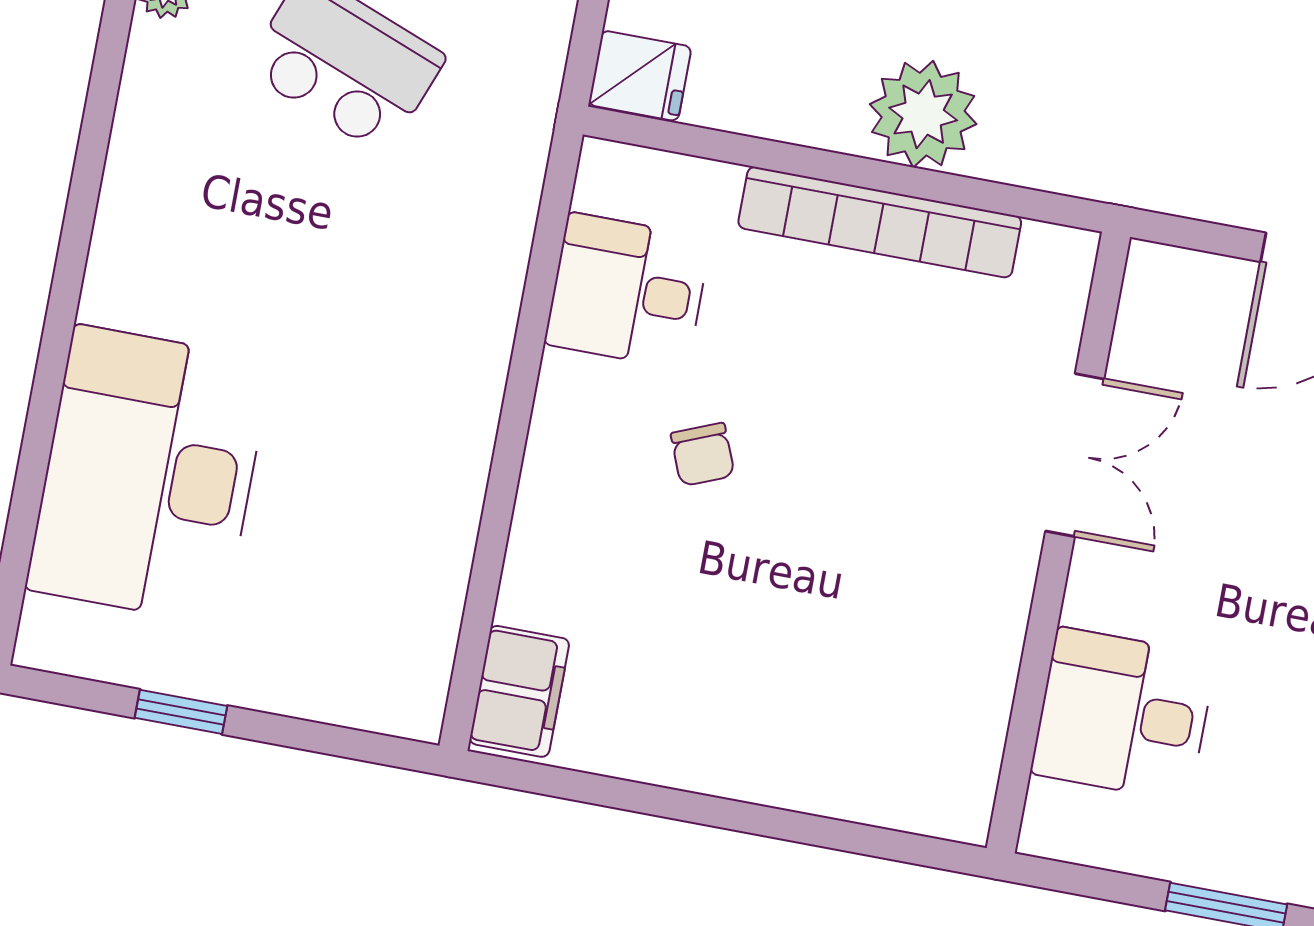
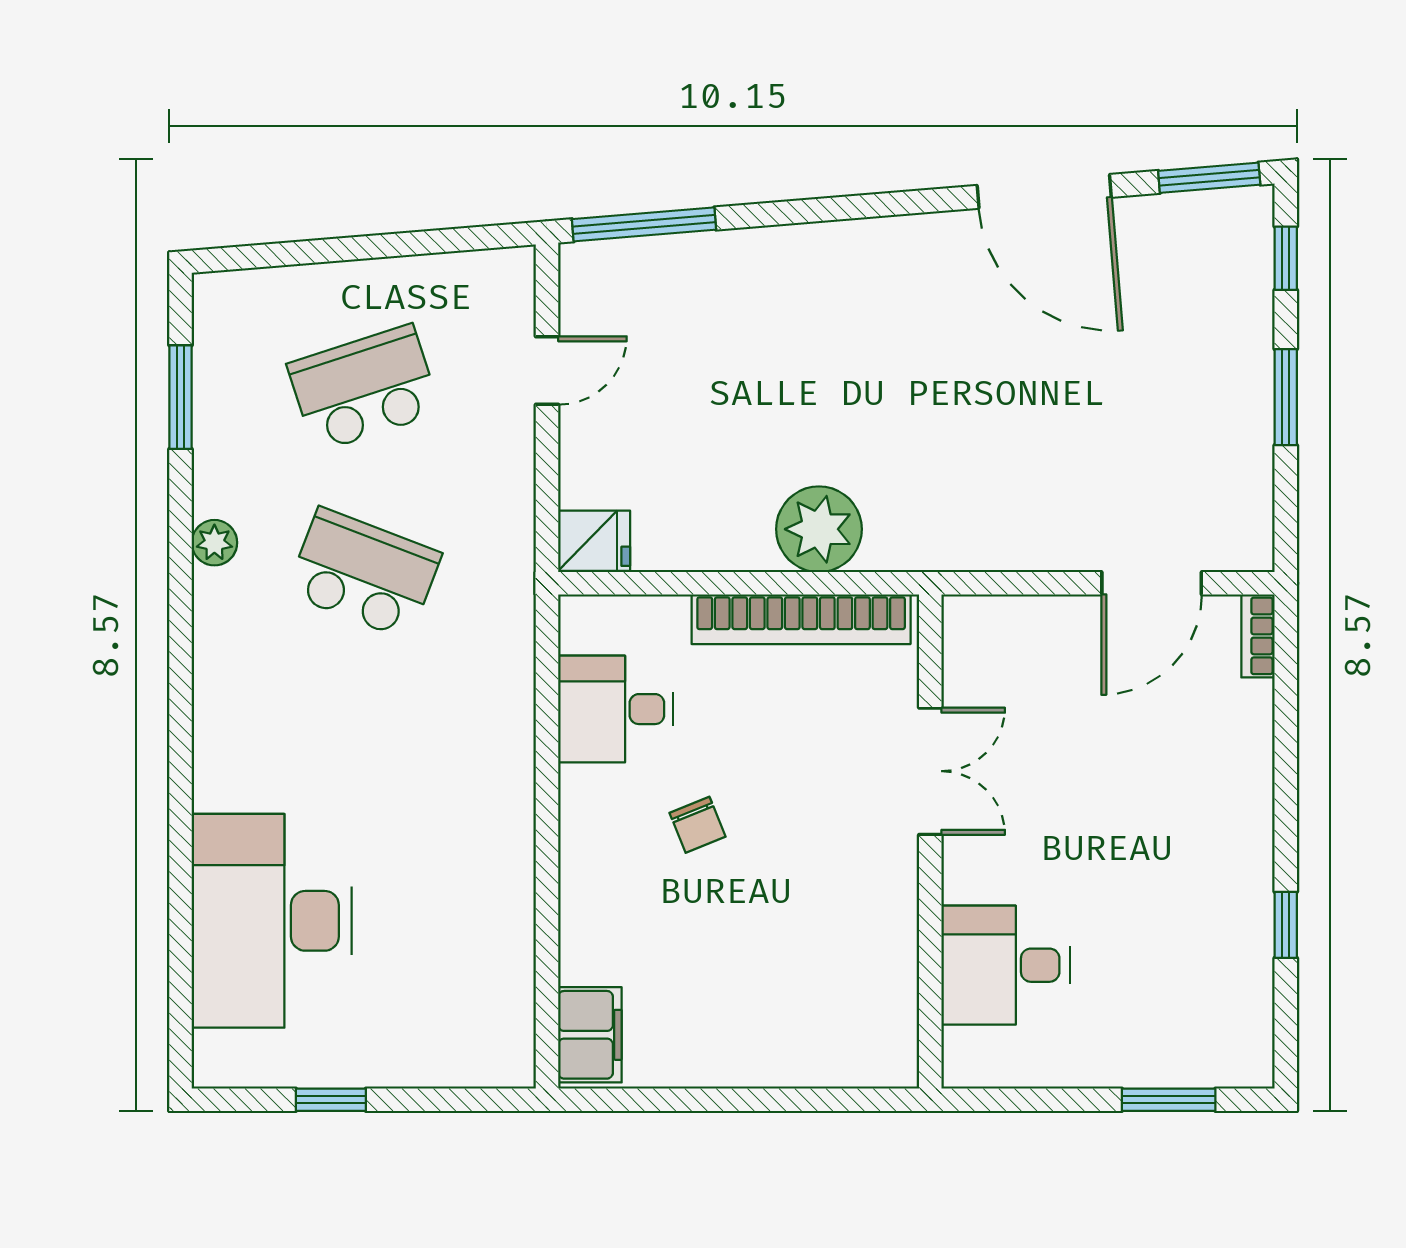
double door: (1075, 455) -> (930, 771), moved
wall: (1058, 543) -> (930, 841), moved
desk: (1123, 715) -> (1006, 965), moved

